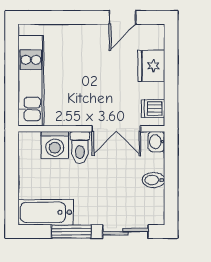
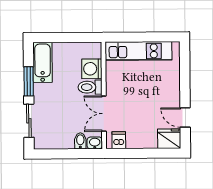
fridge: (151, 66) -> (169, 139), moved
bidet: (154, 180) -> (80, 141), moved

